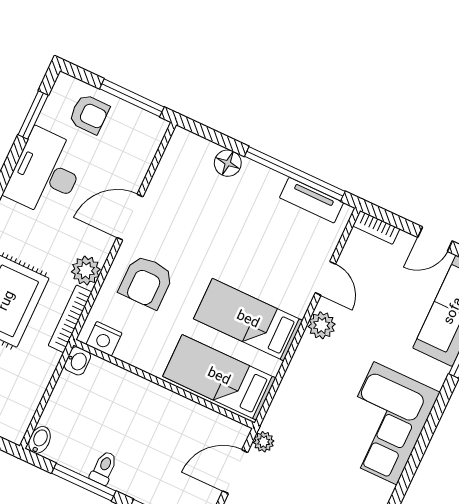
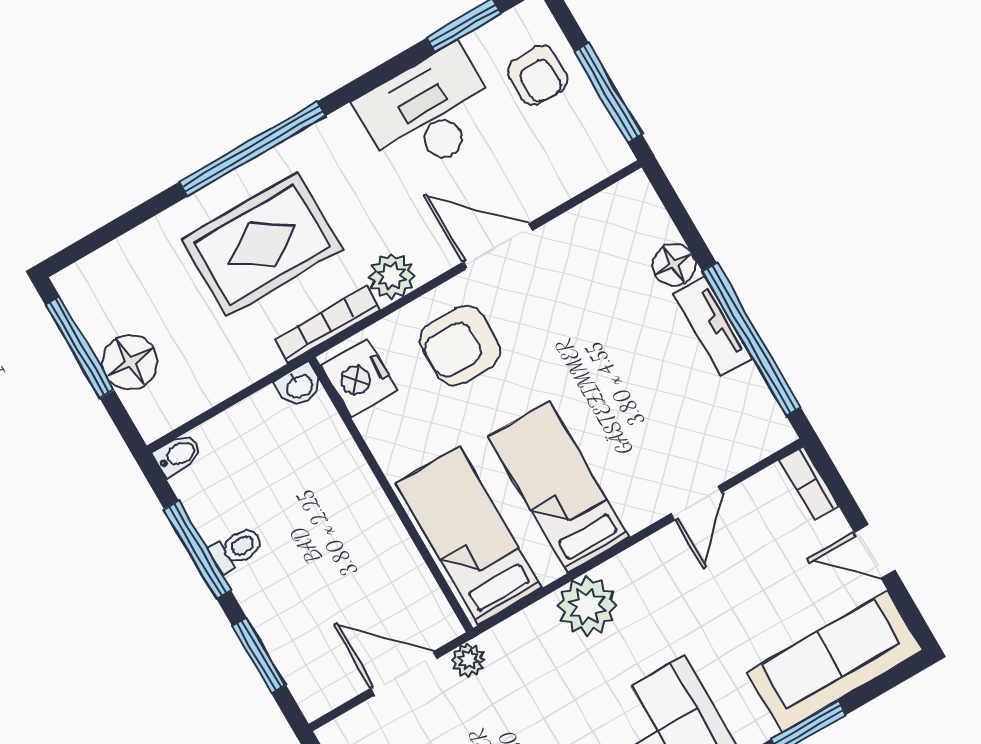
tv unit: (311, 200) -> (713, 326), moved
plant: (322, 325) -> (587, 606), moved, width x1.36, depth x1.36
nightstand: (104, 339) -> (359, 378), width x1.36, depth x1.33

